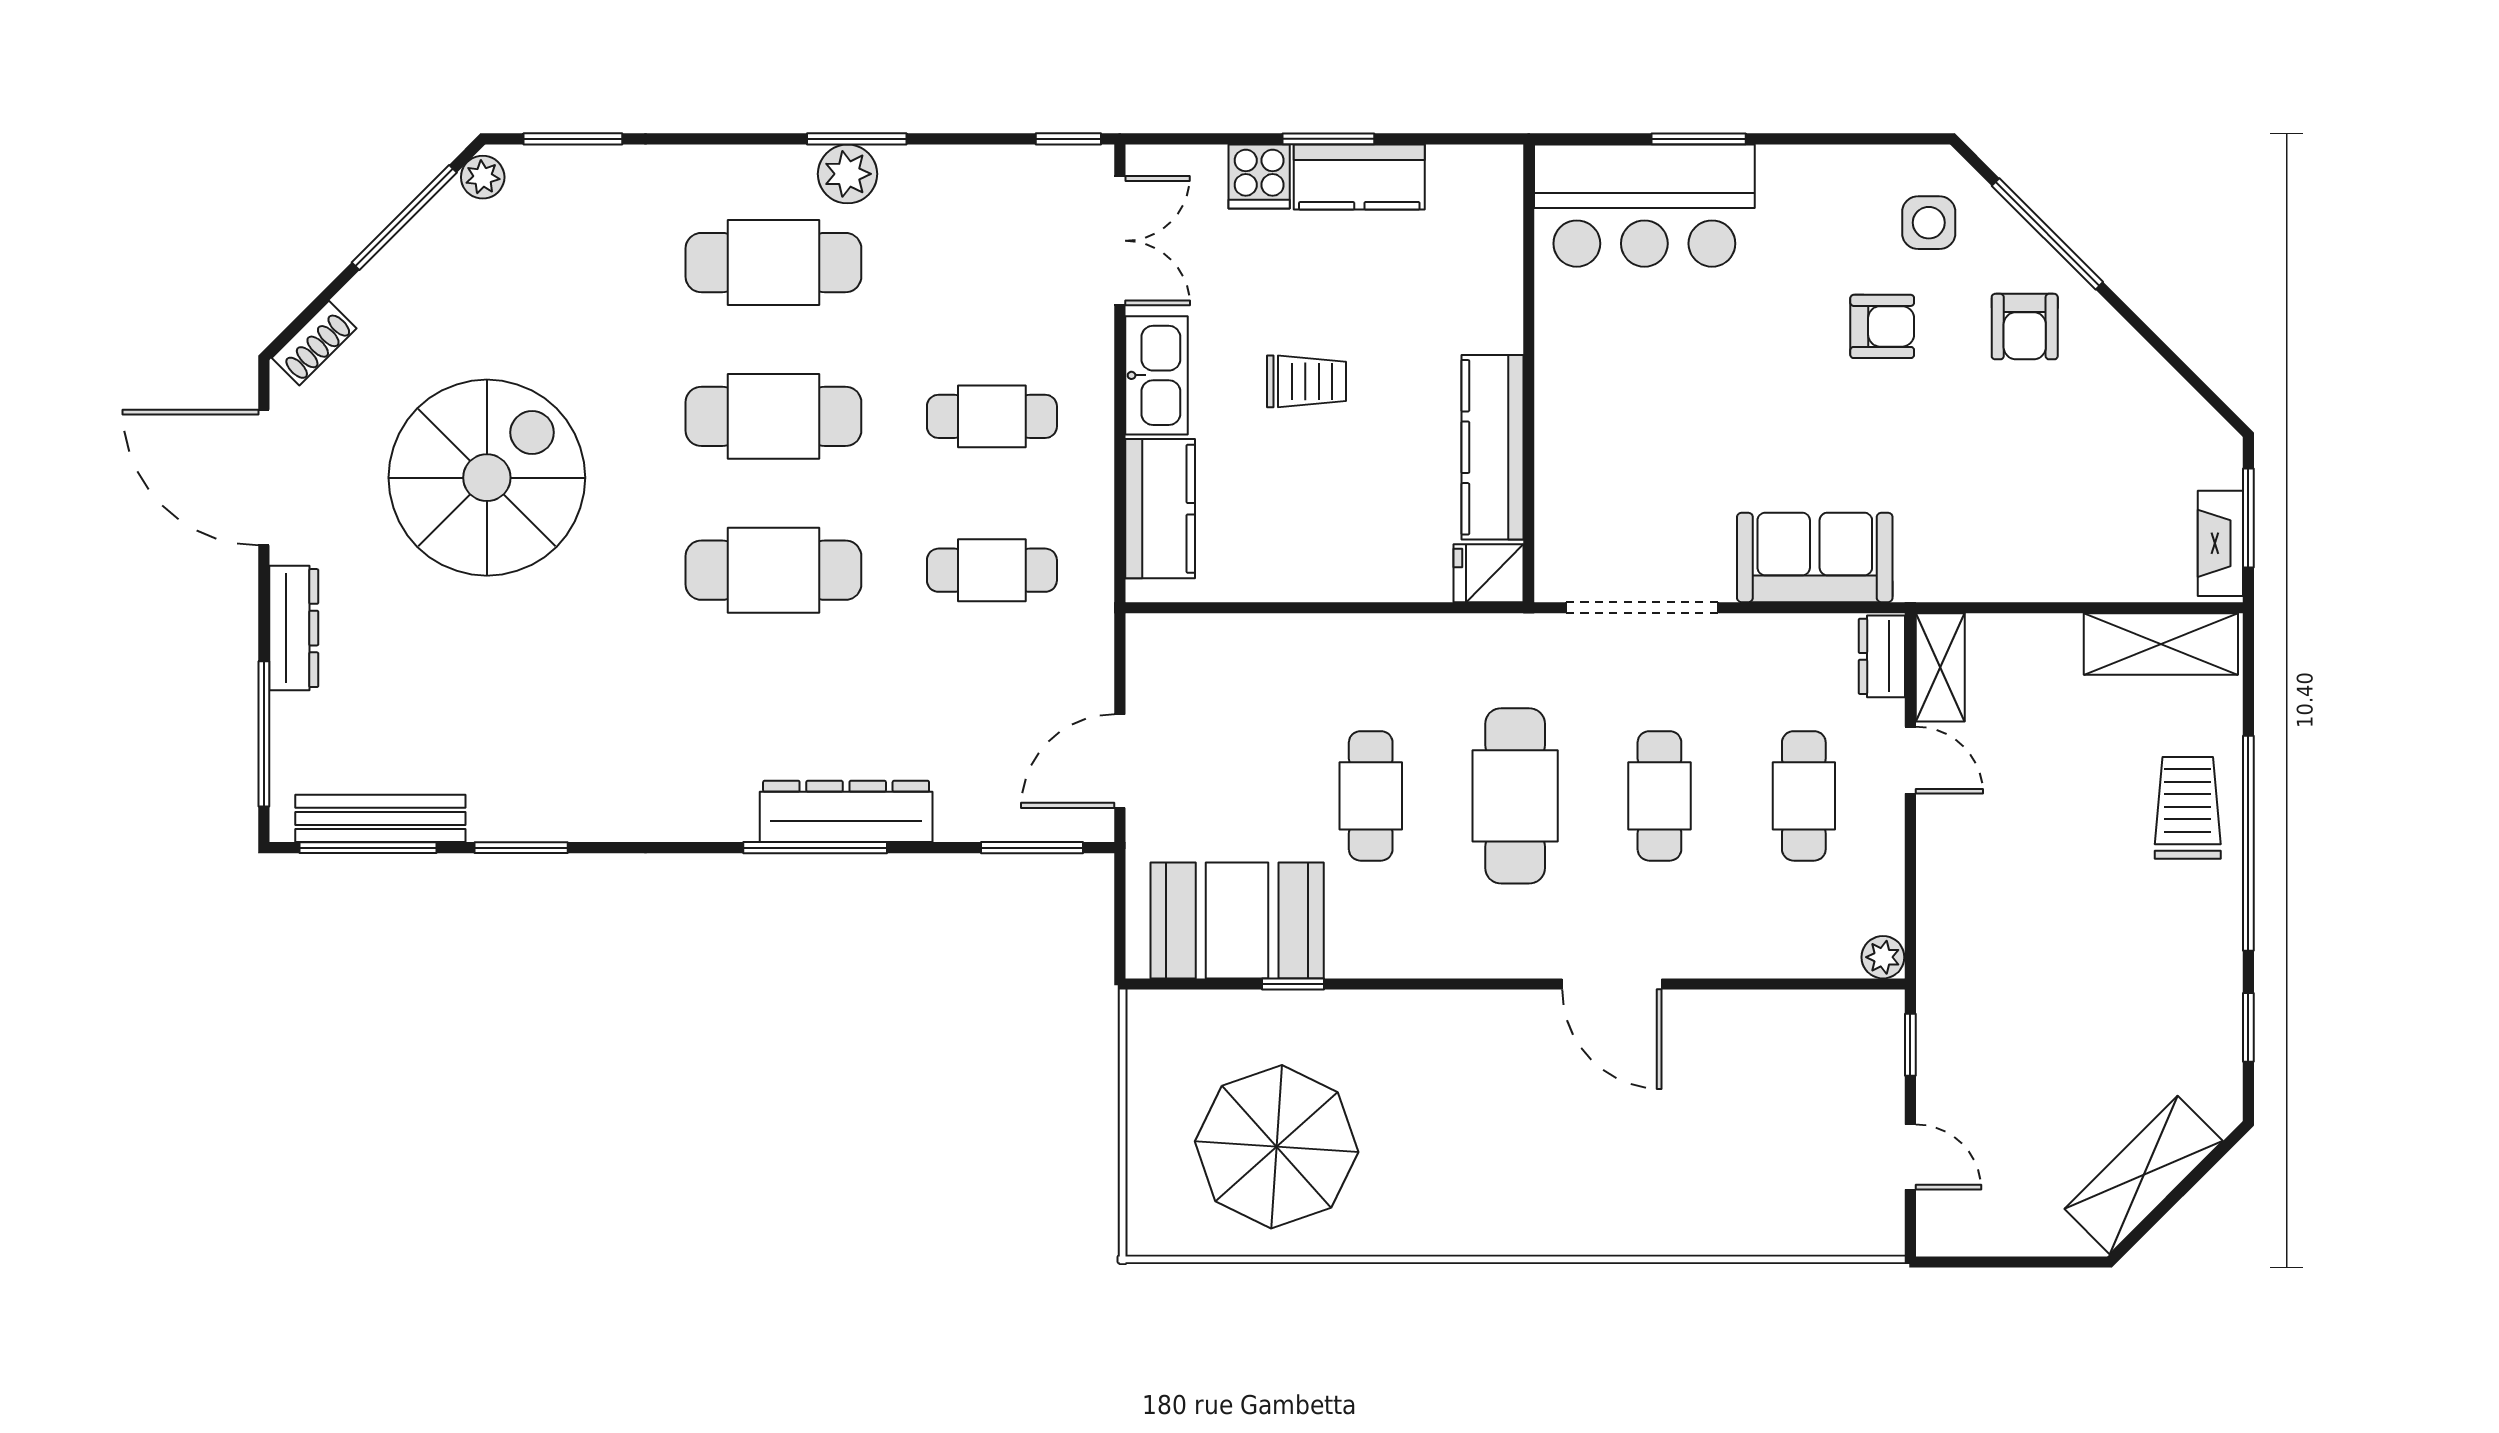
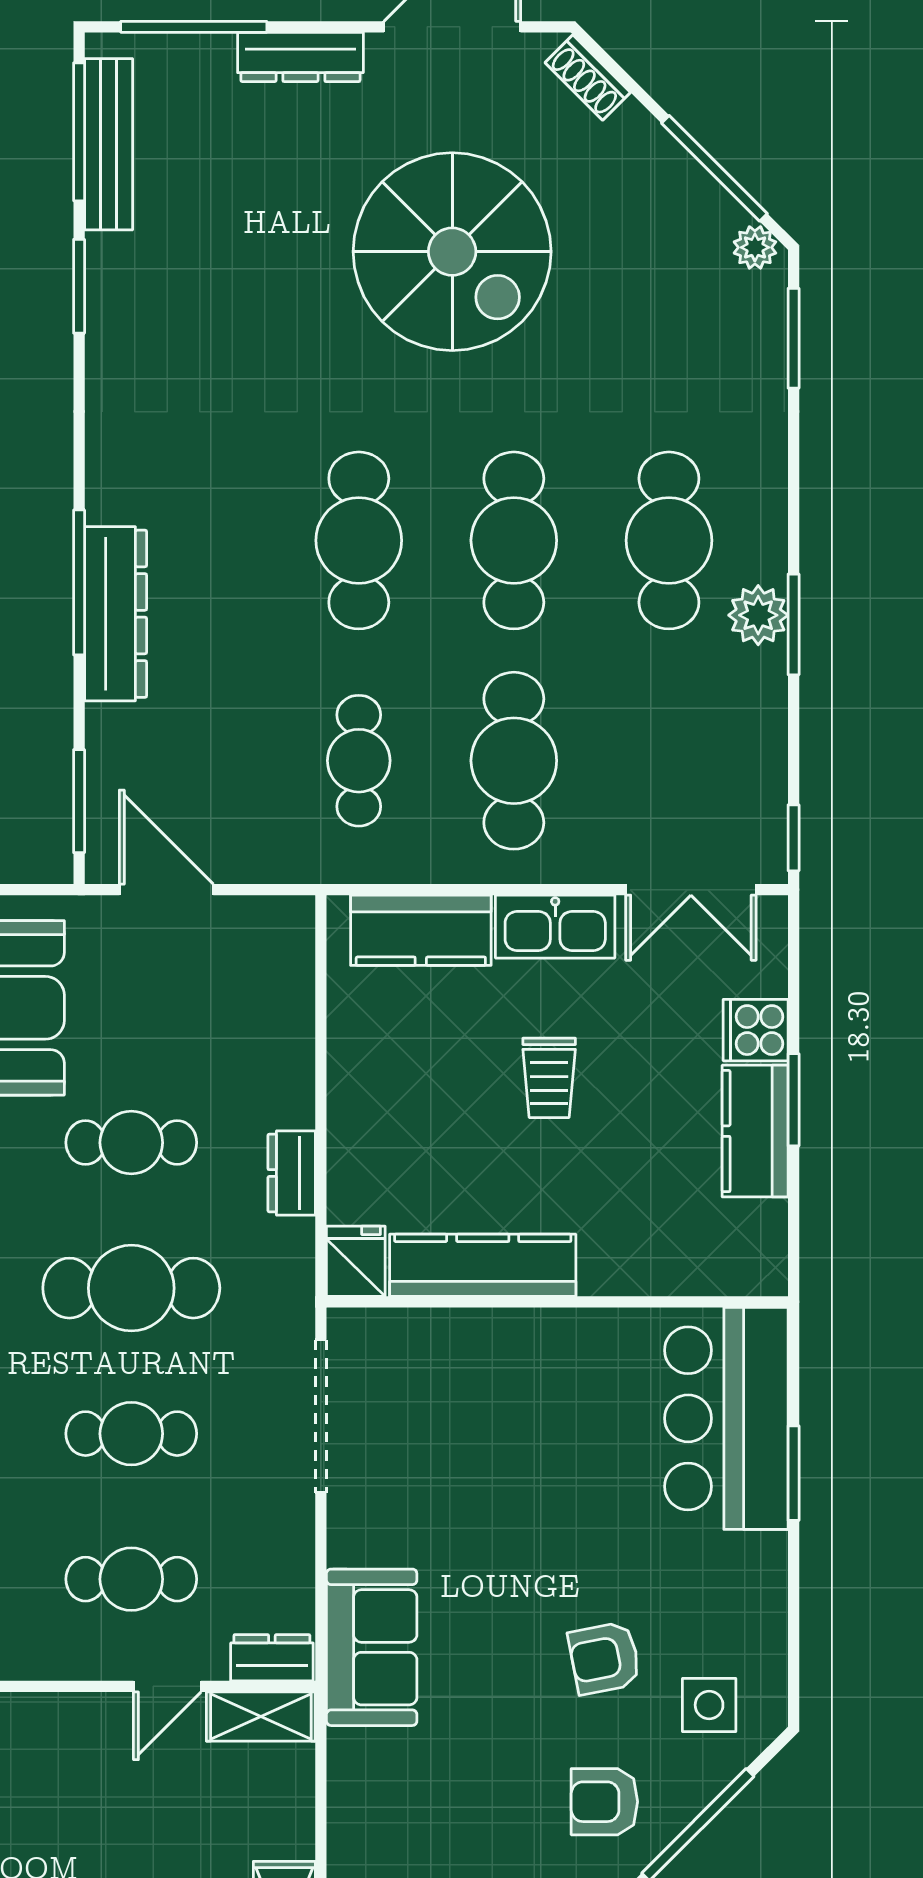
armchair: (1882, 326) -> (605, 1658), turned 79
cafe table: (992, 416) -> (514, 761), width x1.37, depth x1.35
sofa: (1815, 557) -> (372, 1647), moved
dresser: (1401, 637) -> (292, 1173), added

